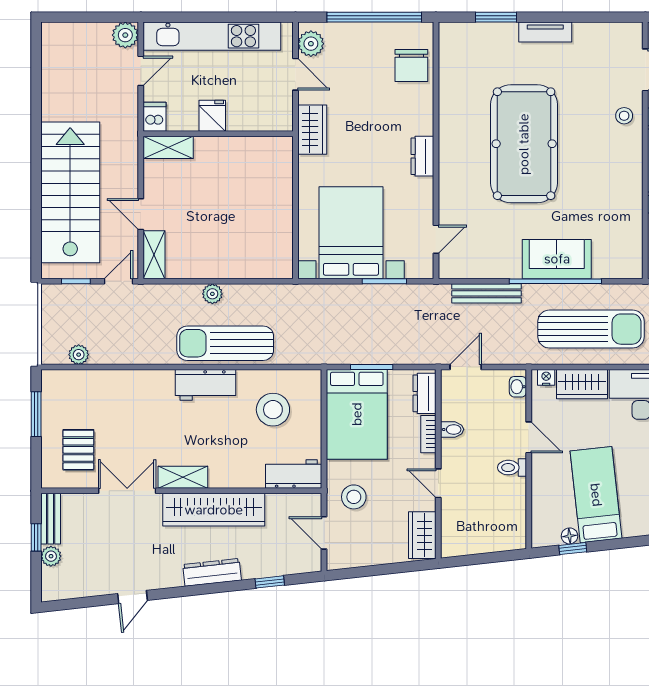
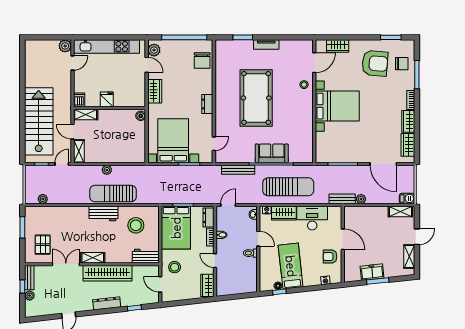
fridge: (212, 116) -> (107, 99), moved
dishwasher: (155, 117) -> (79, 100), moved
wall: (218, 134) -> (110, 108), moved
shelving: (168, 147) -> (86, 115), moved
boiler: (283, 181) -> (141, 116), added

